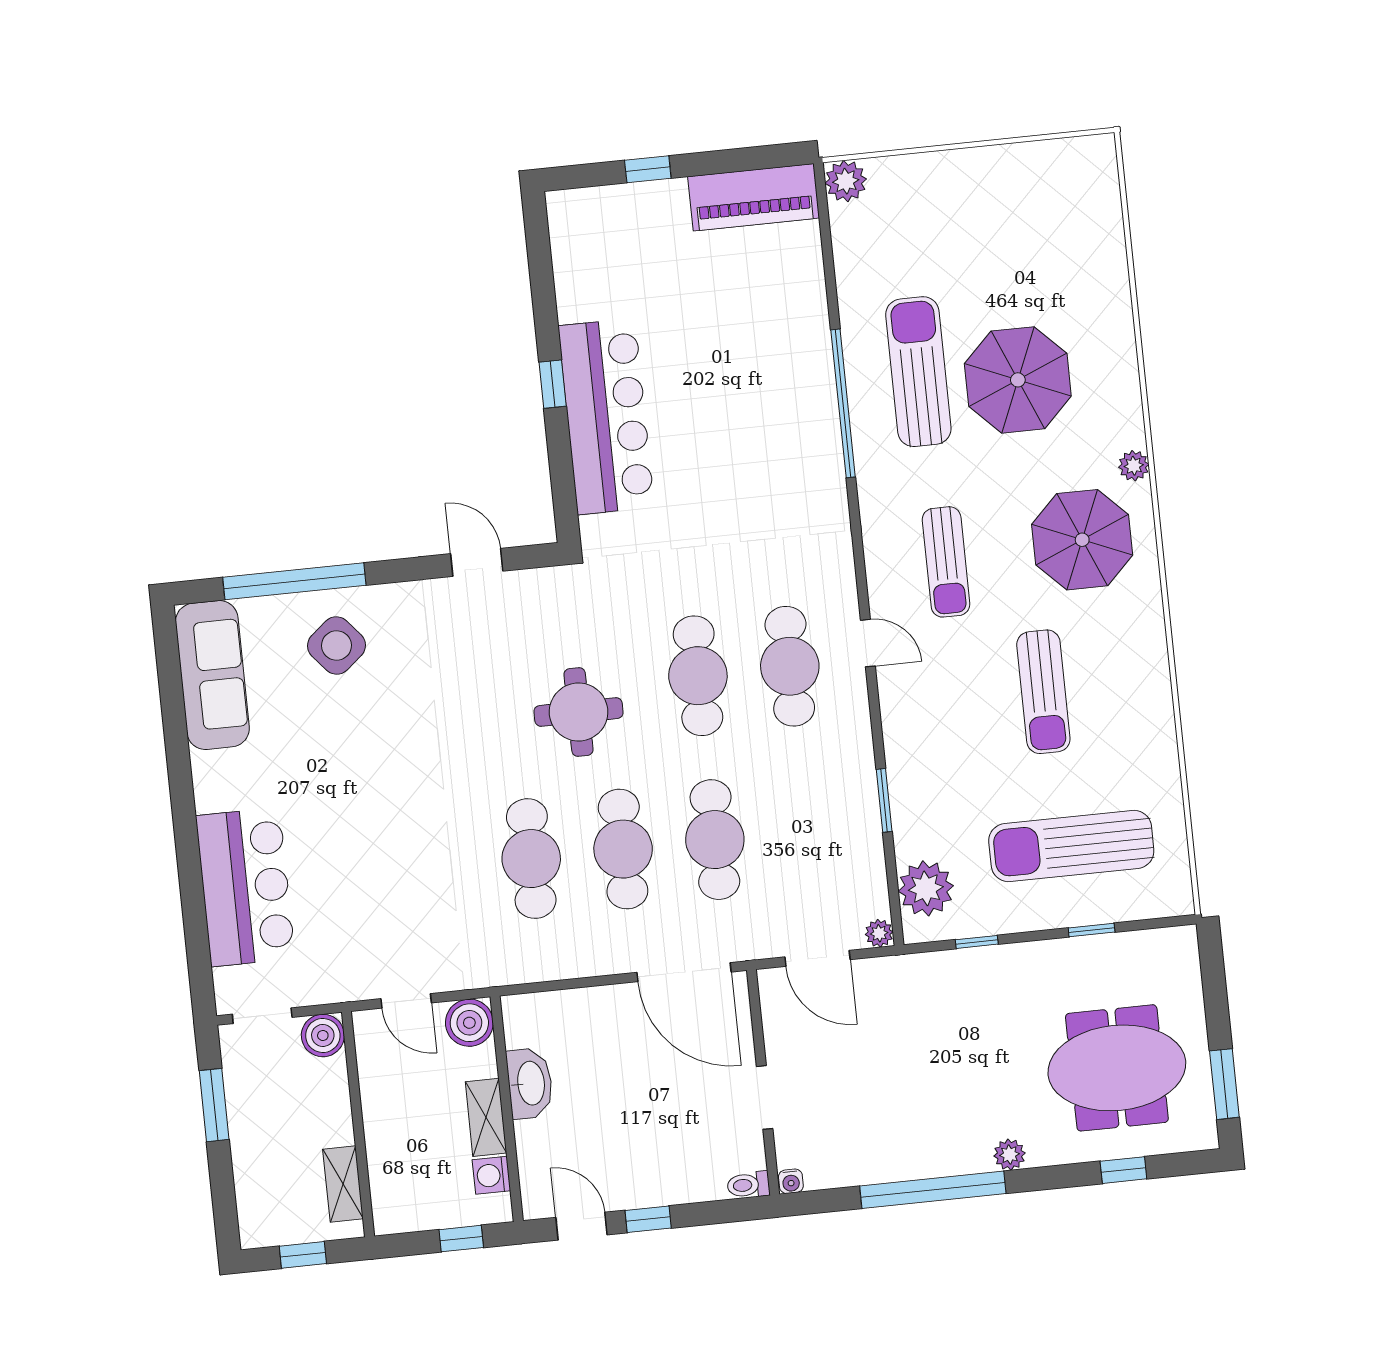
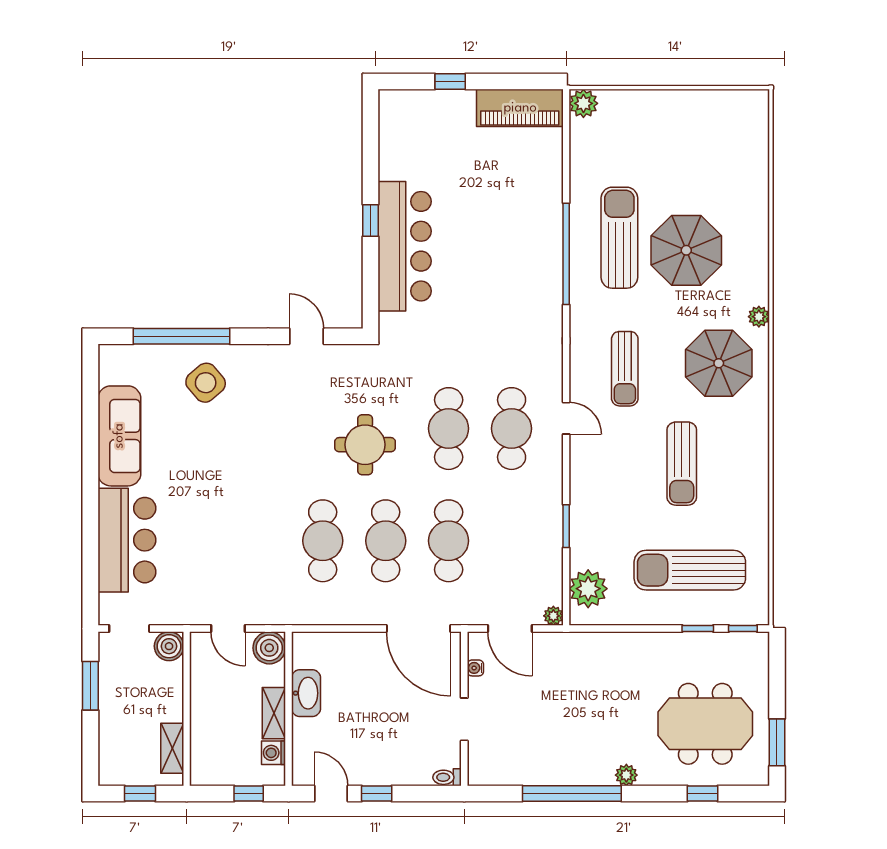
sofa: (212, 675) -> (119, 436), moved
window: (977, 942) -> (743, 629), moved
water cooler: (791, 1181) -> (475, 668), moved, turned 90

